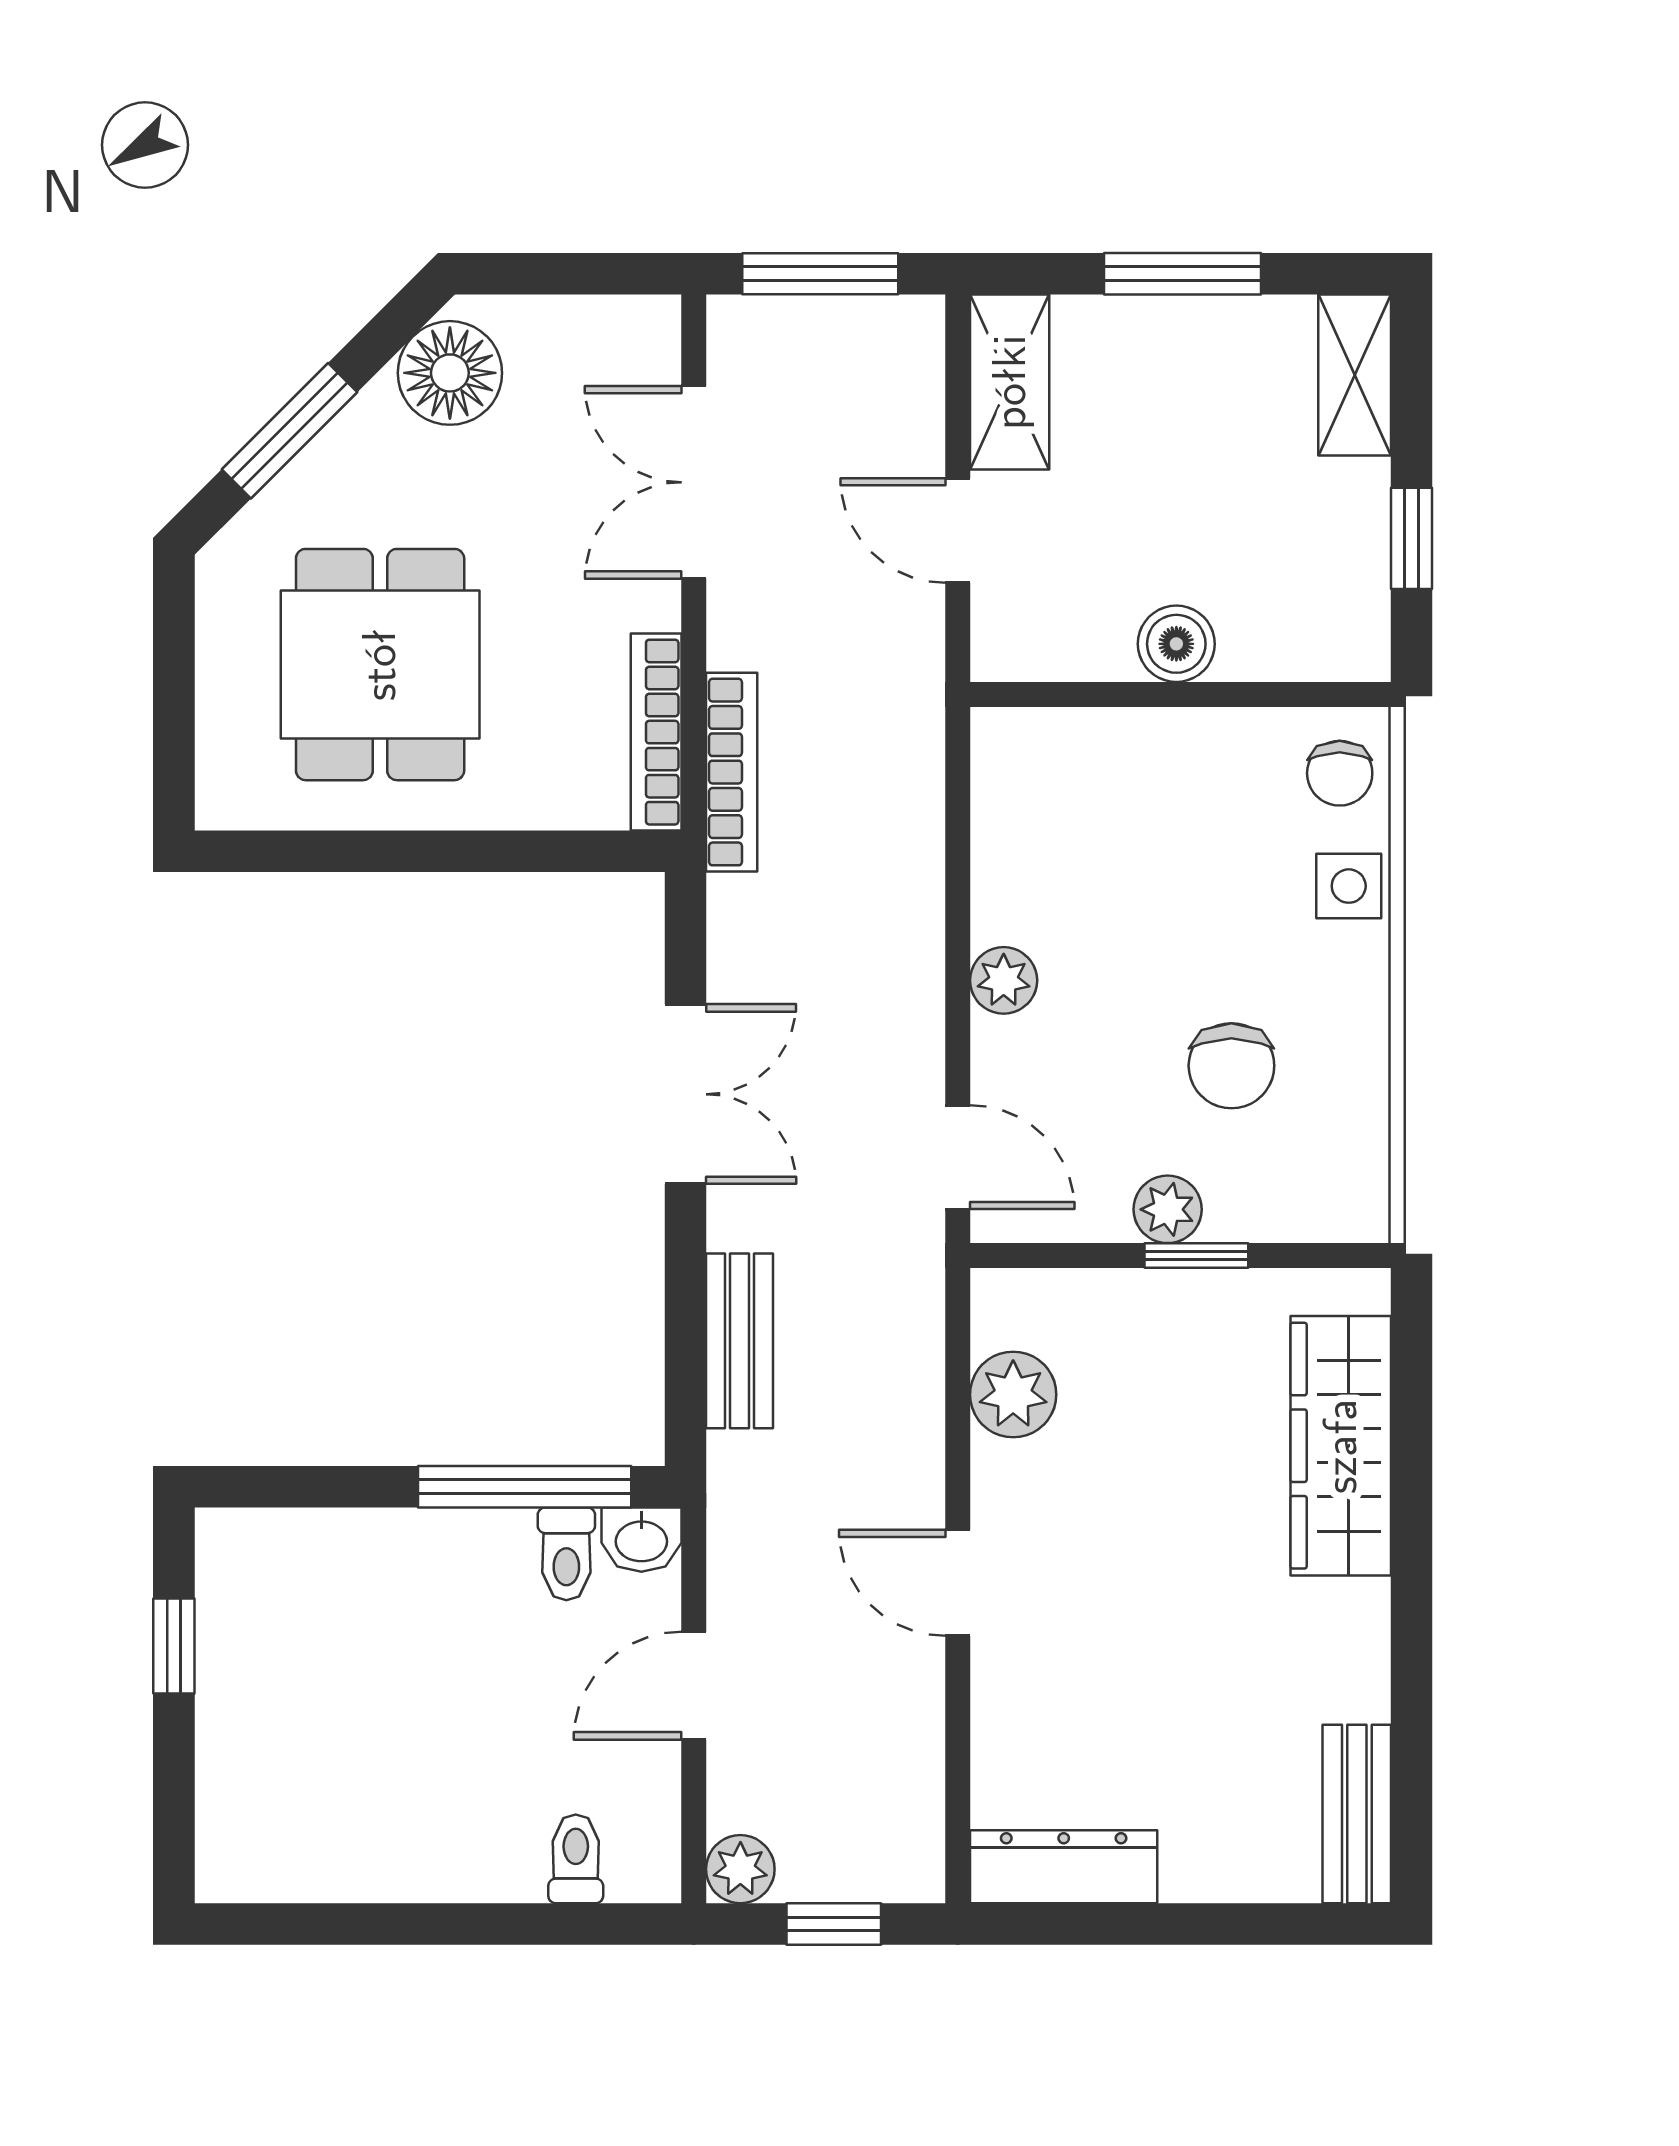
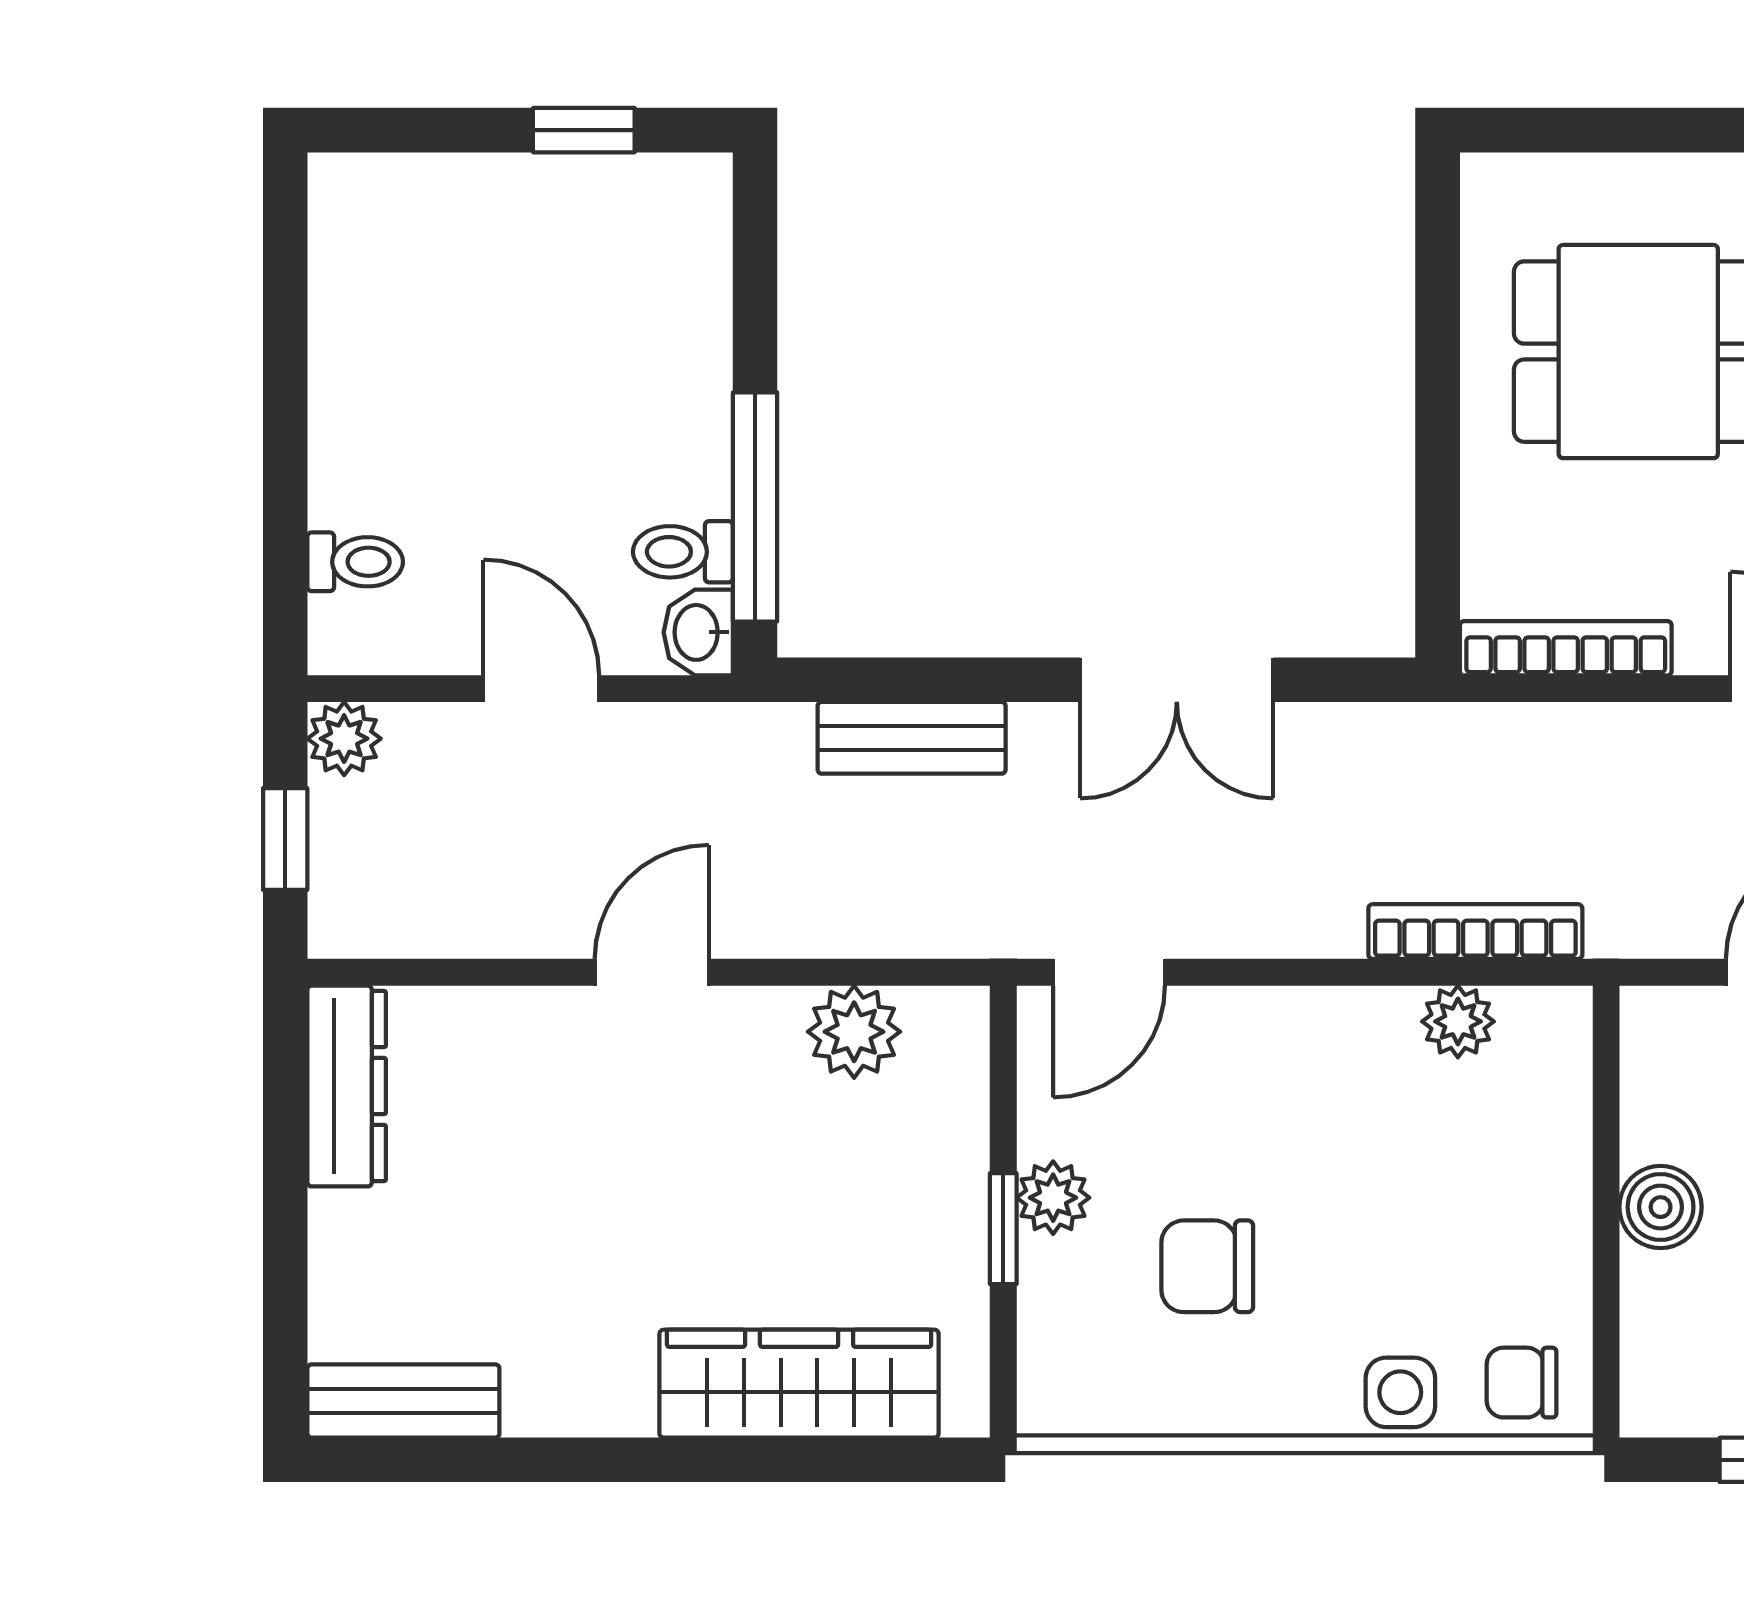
bookcase: (732, 772) -> (1475, 932), moved, turned 180
plant: (1004, 980) -> (1458, 1021), moved

